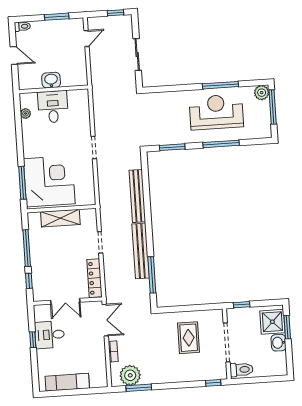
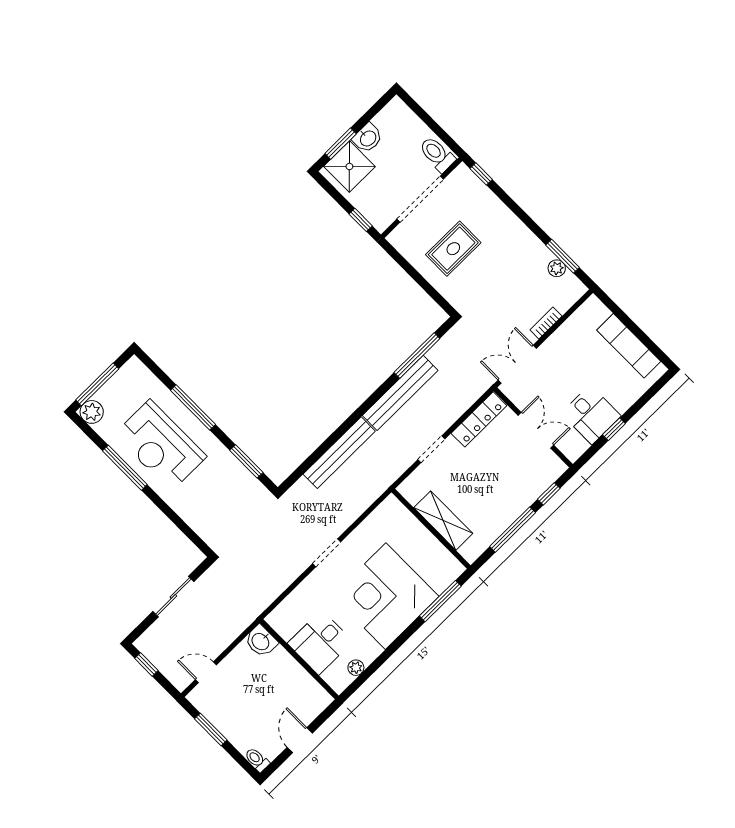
washbasin: (51, 80) -> (261, 641), moved
corner desk: (49, 181) -> (386, 596), moved
plant: (130, 375) -> (557, 268), width x0.53, depth x0.53

